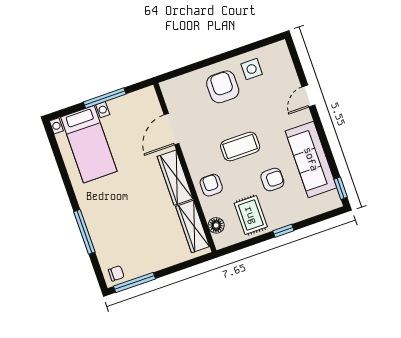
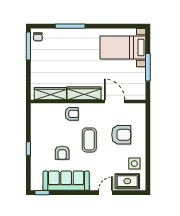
armchair: (223, 87) -> (121, 135), moved
door: (308, 96) -> (106, 193), hinge flipped
rug: (251, 215) -> (127, 181), moved
floor lamp: (216, 225) -> (46, 108), removed

